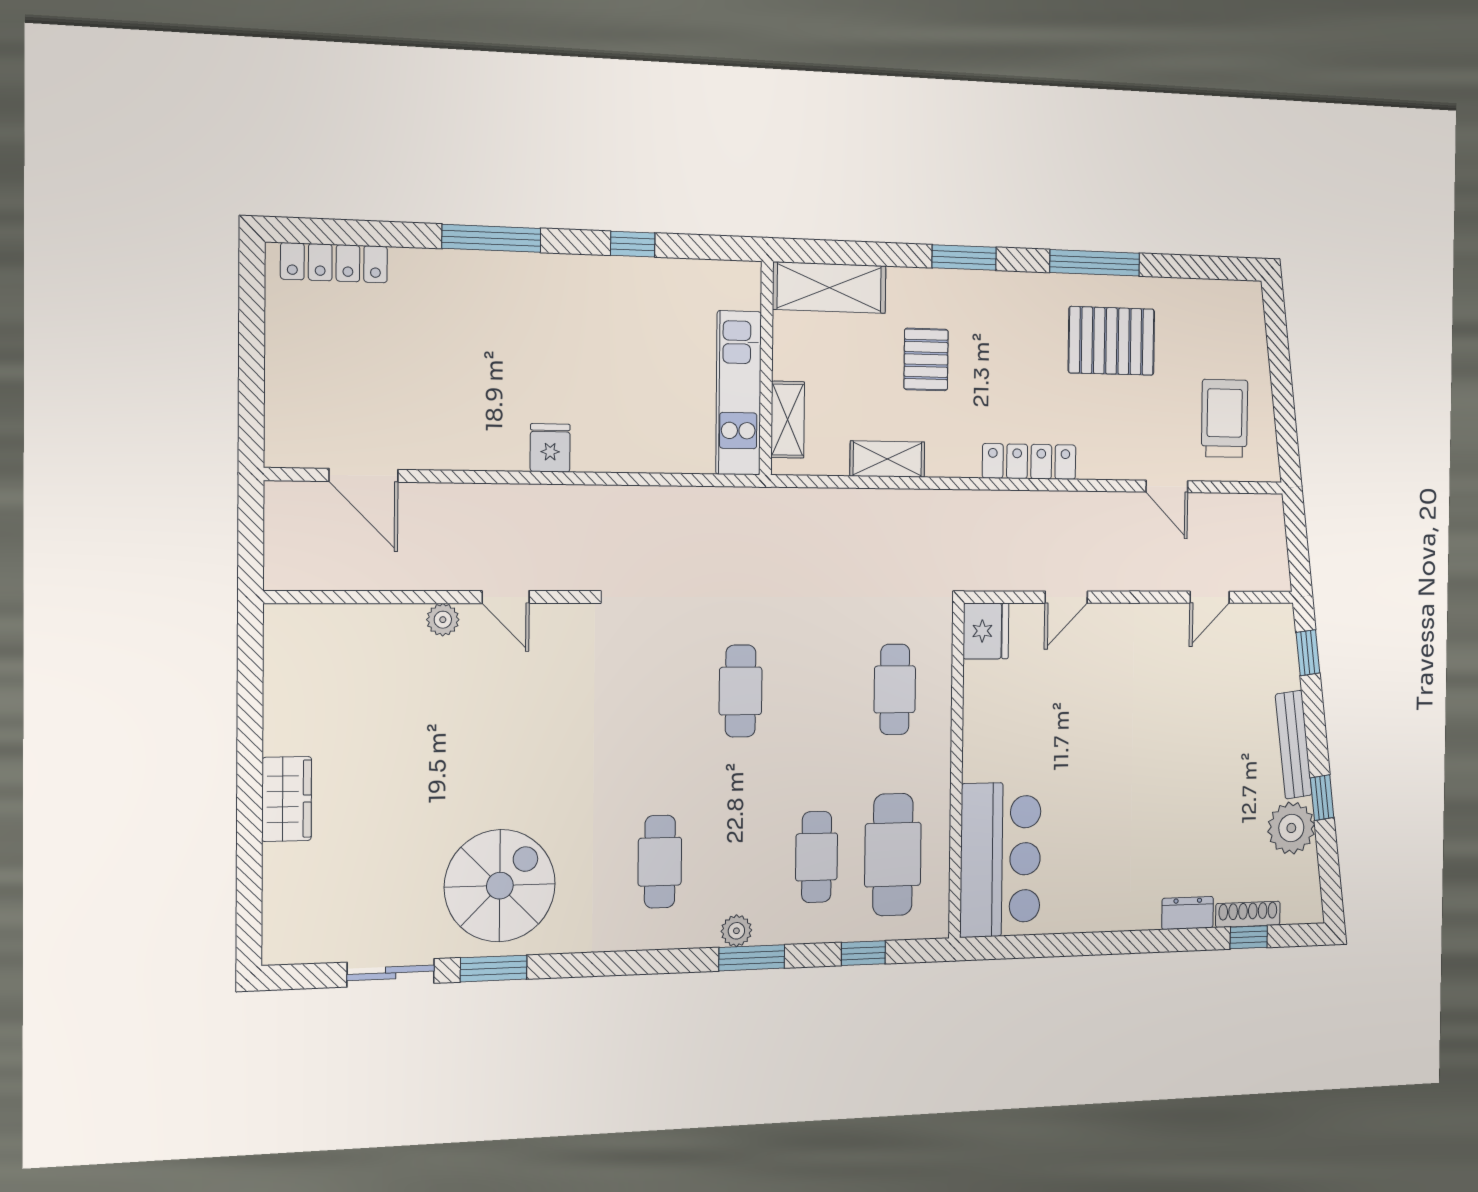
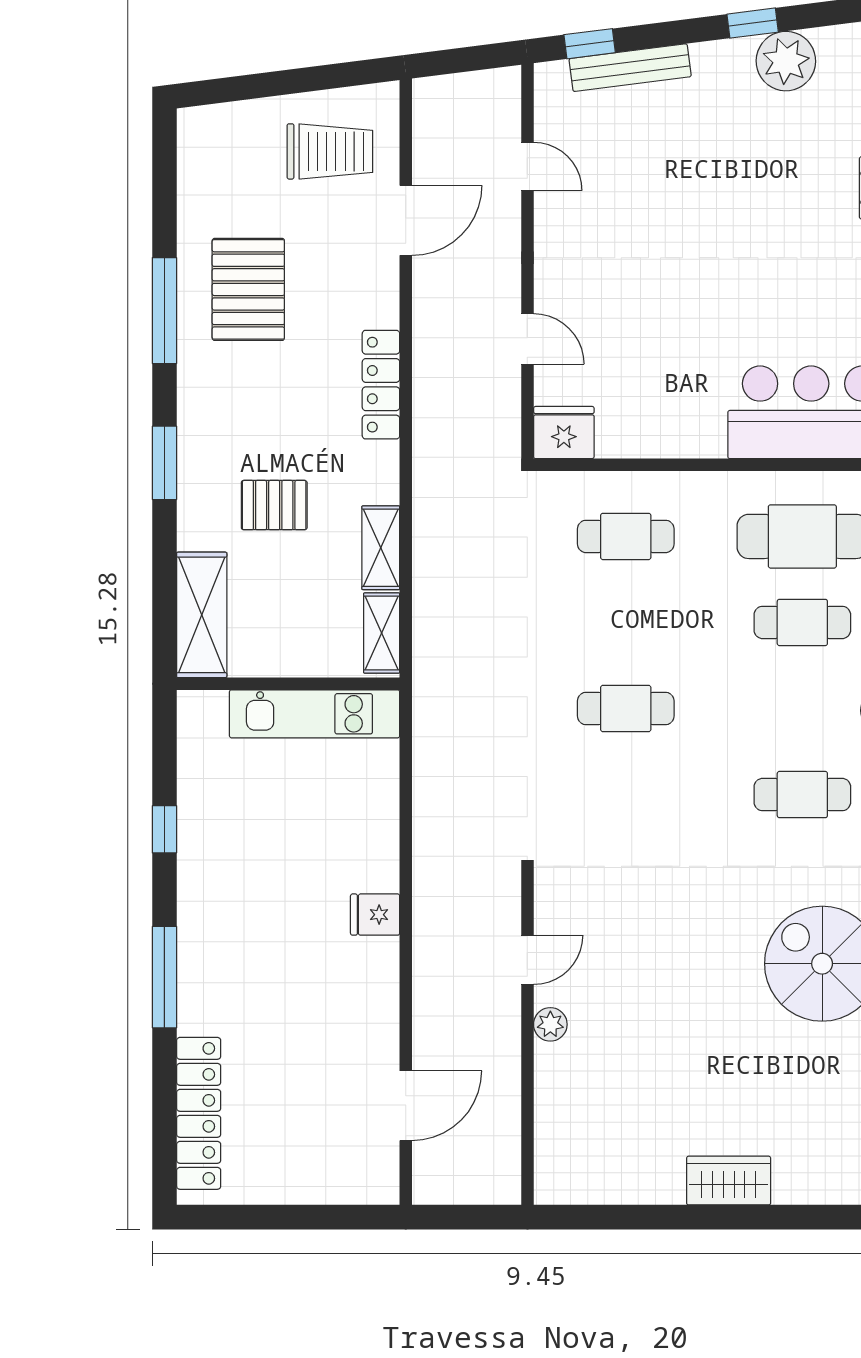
locker: (334, 263) -> (199, 1113), width x1.41, depth x1.21
trolley: (1225, 418) -> (330, 151), turned 180
shelving: (788, 420) -> (382, 633), moved, turned 90
door: (1167, 486) -> (406, 220), width x1.38
bench: (1294, 745) -> (630, 68), moved

